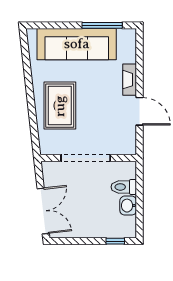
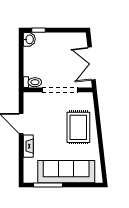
toilet: (124, 187) -> (32, 82), moved
washbasin: (128, 206) -> (29, 39), moved
double door: (43, 211) -> (92, 64), moved

